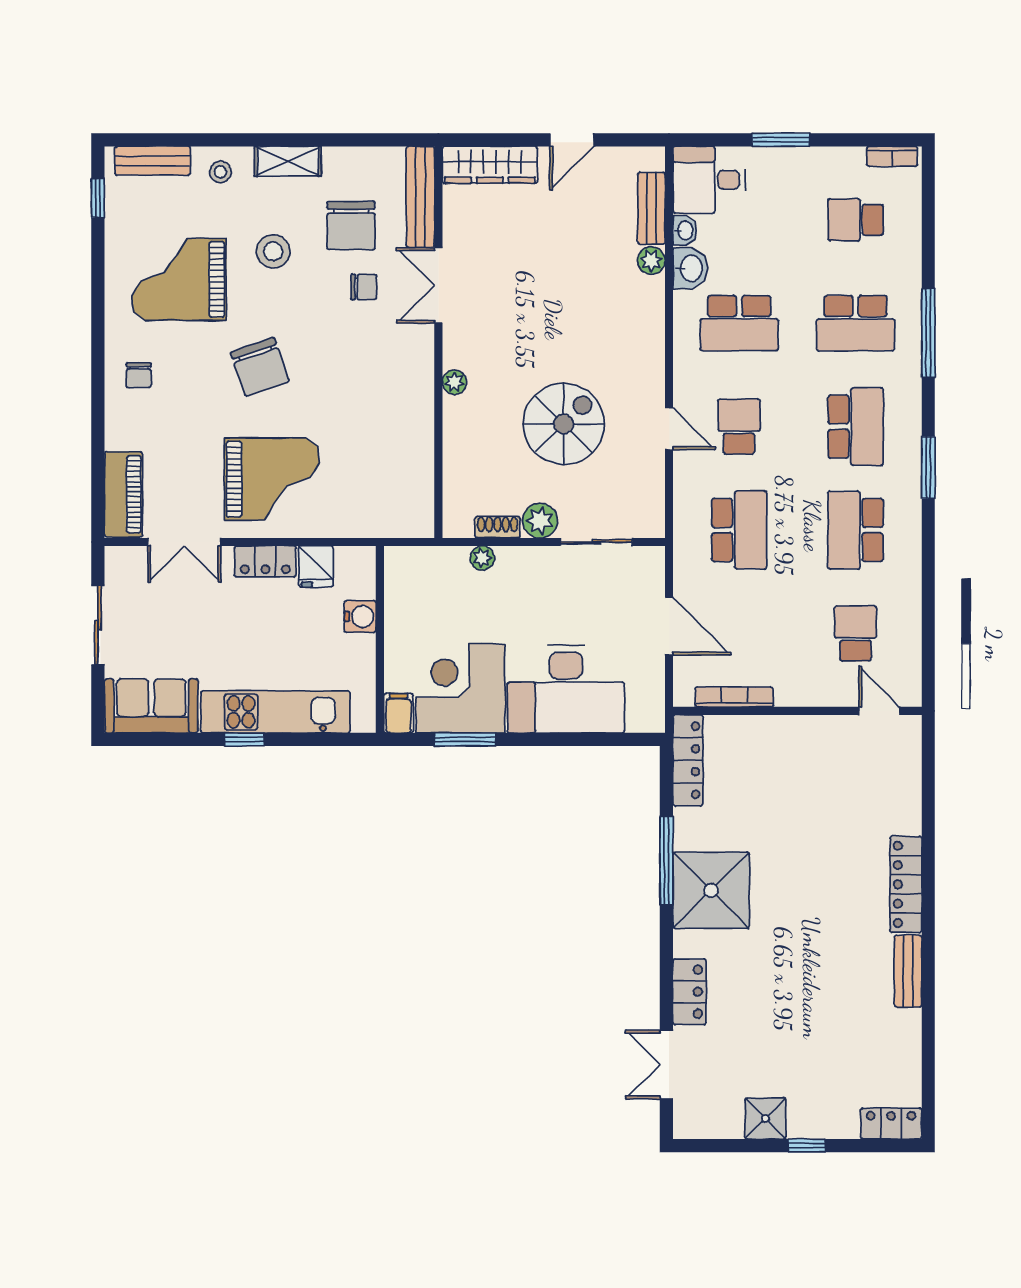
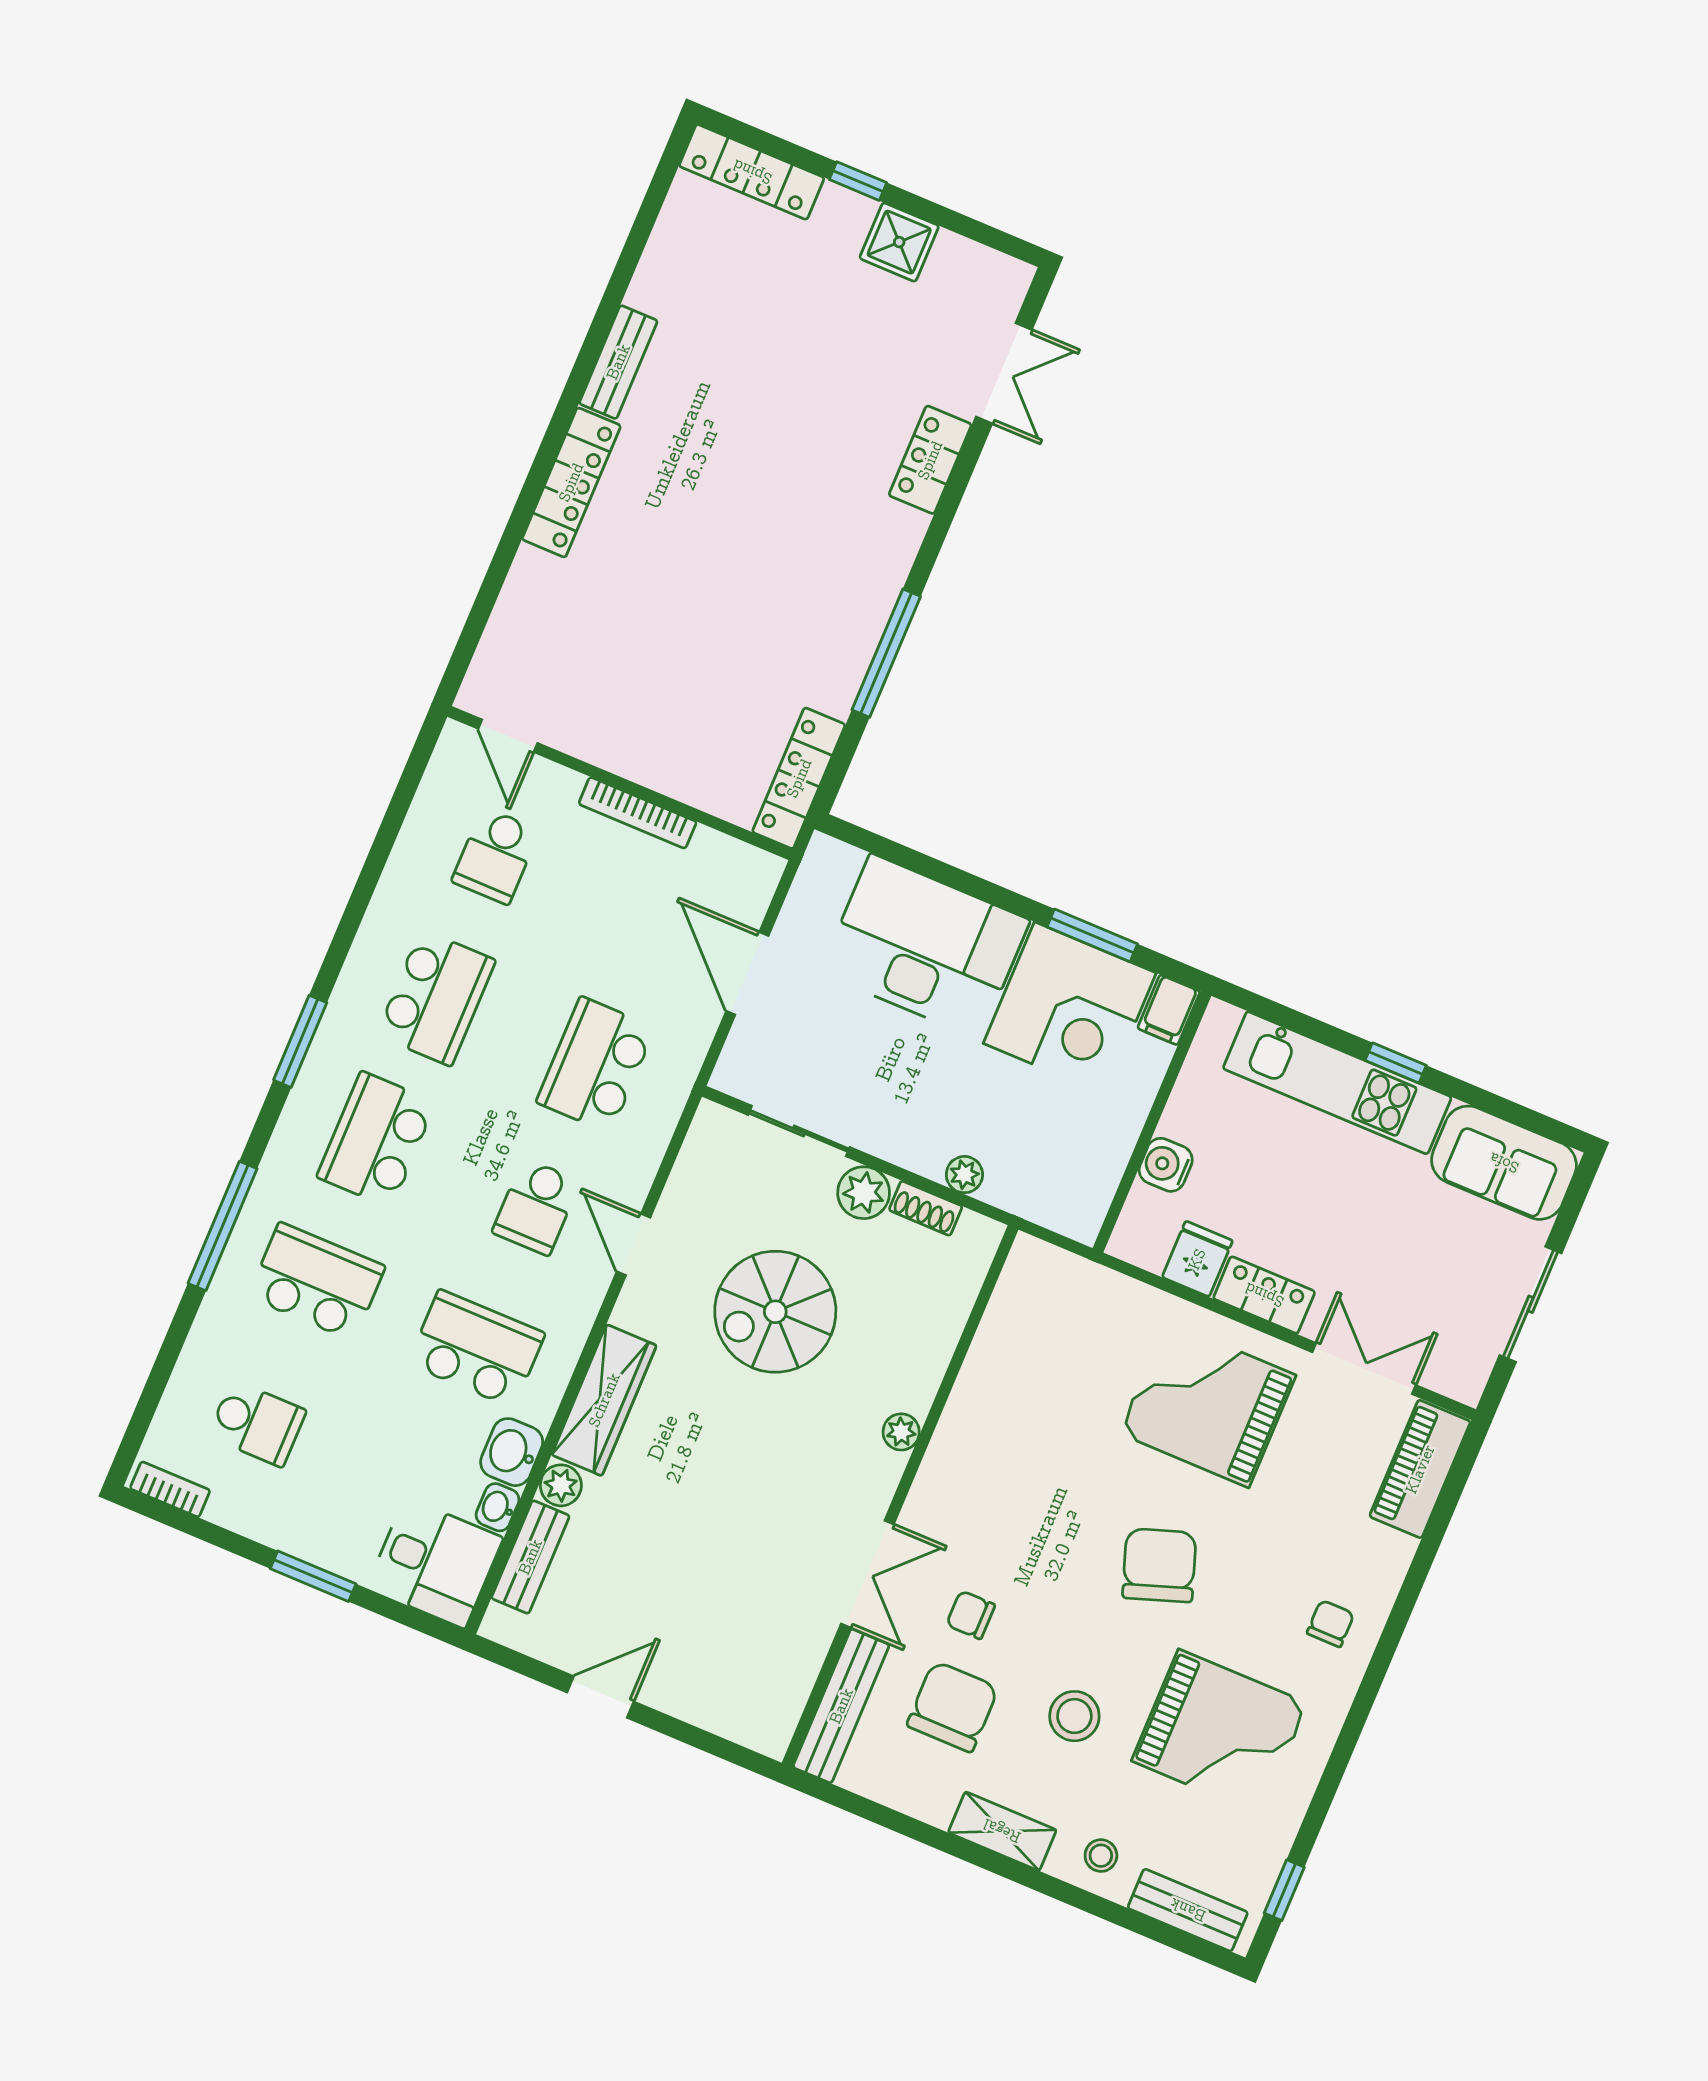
wardrobe: (490, 165) -> (604, 1400), moved, turned 90
bookcase: (734, 697) -> (638, 813), moved
shower: (711, 890) -> (842, 587), removed
locker: (891, 1124) -> (752, 172), width x1.53

